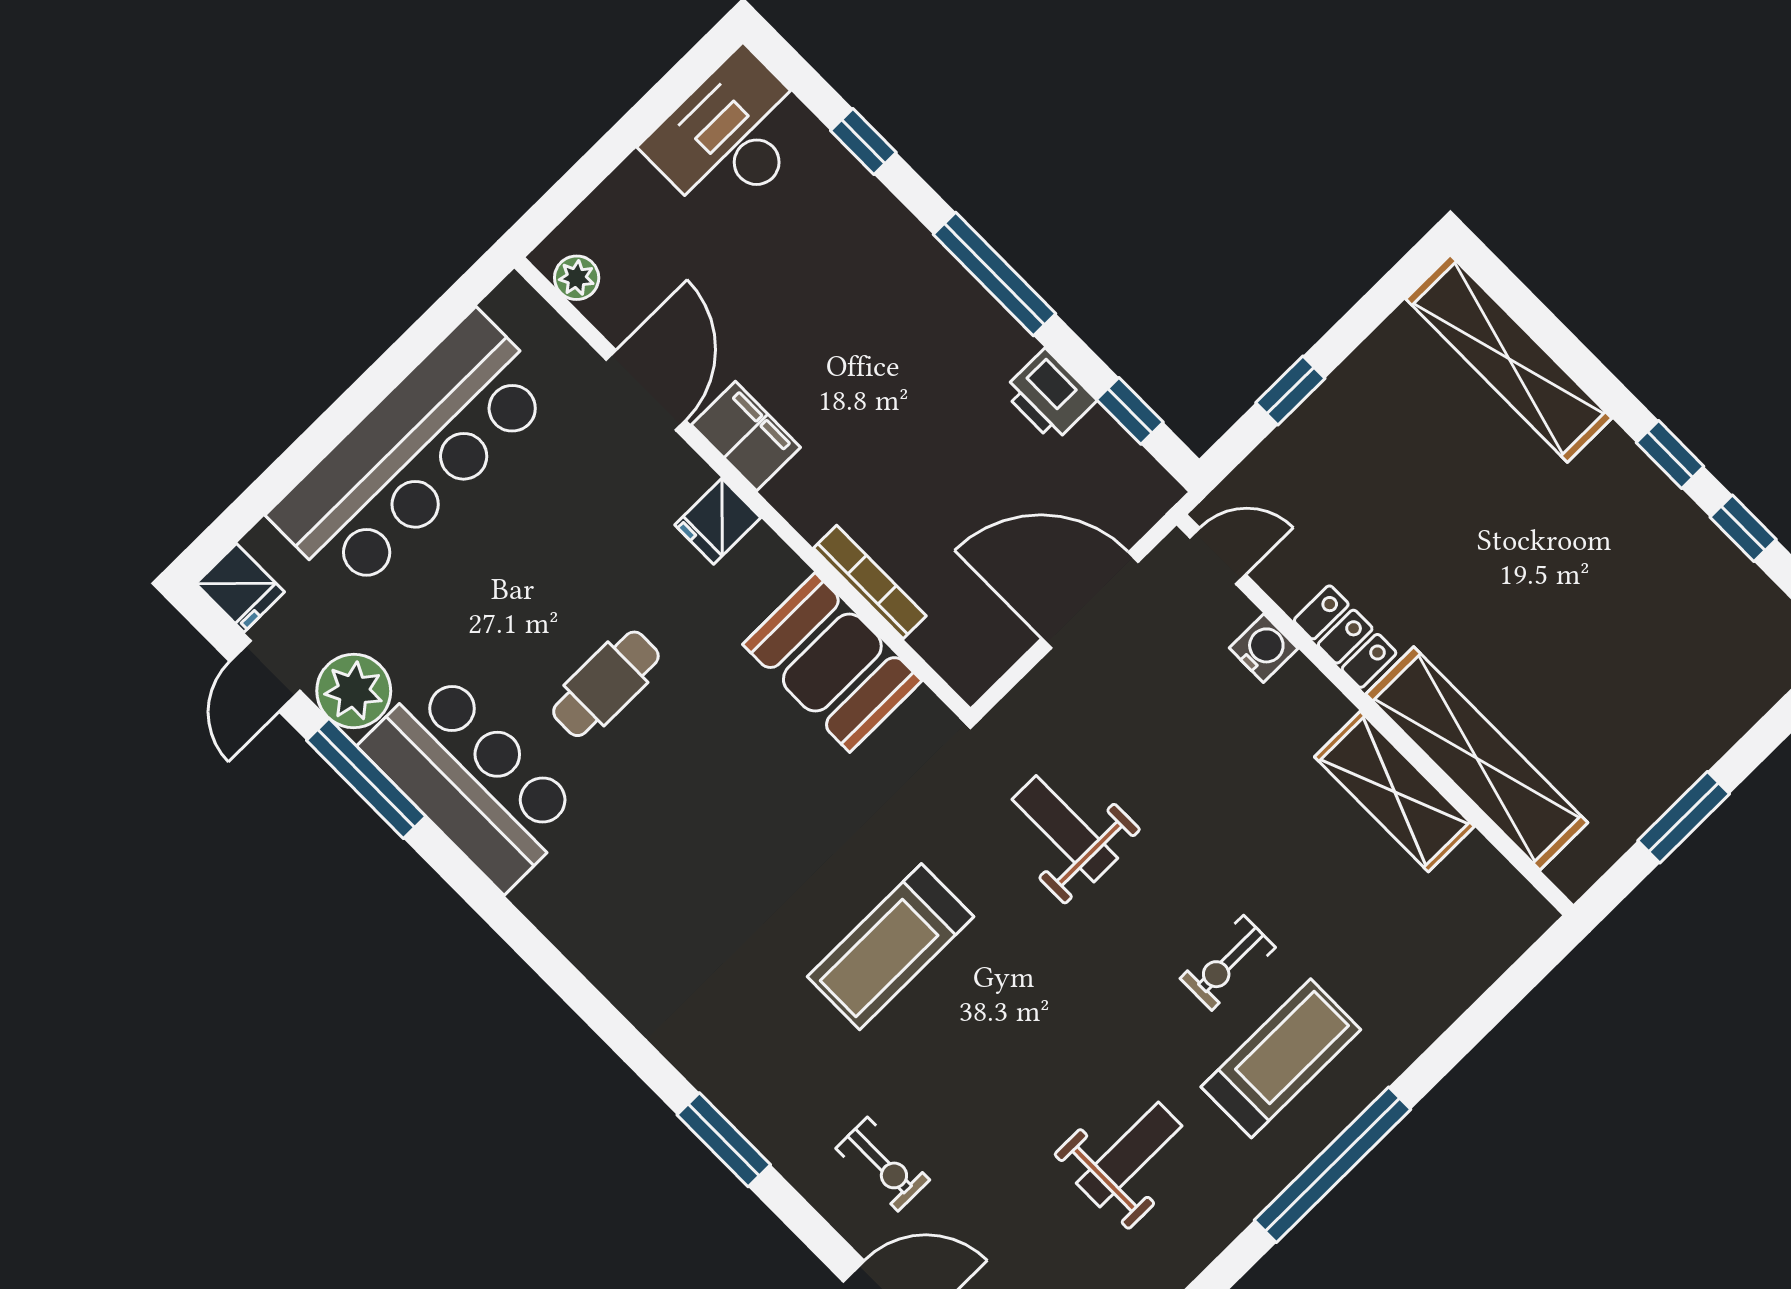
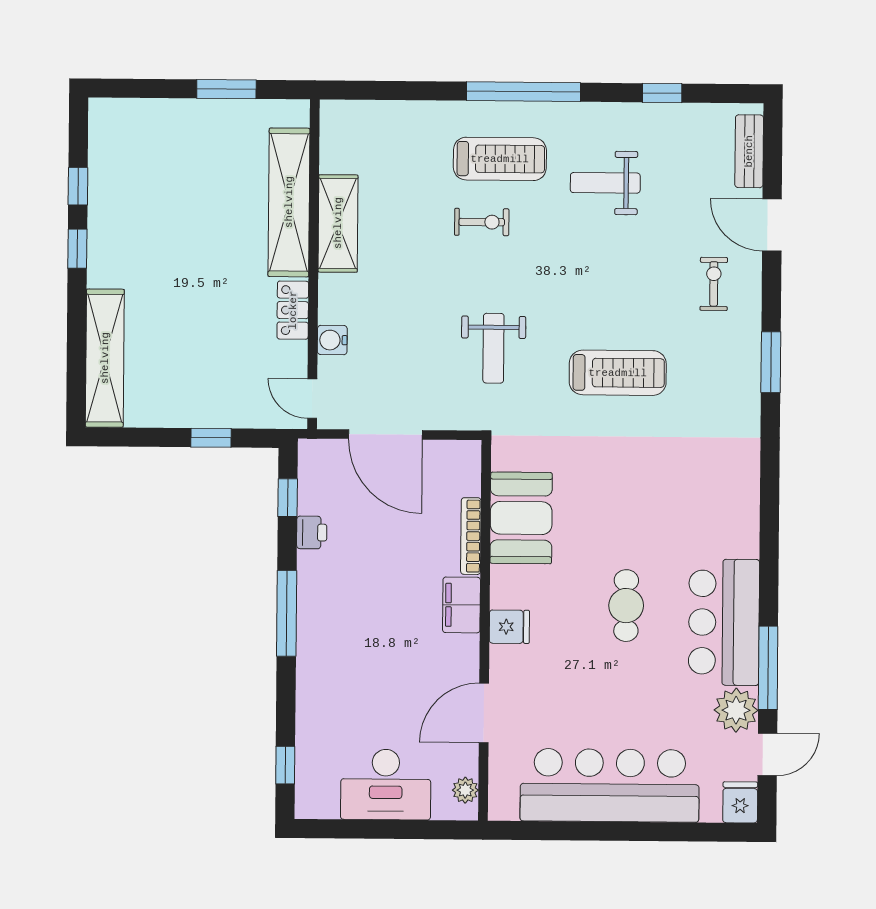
desk: (731, 136) -> (386, 785), moved
window: (863, 142) -> (285, 765), moved
printer: (1049, 396) -> (312, 532), width x0.73, depth x0.81
filing cabinet: (746, 436) -> (461, 605), moved
cafe table: (606, 684) -> (626, 606), turned 90
treadmill: (1281, 1058) -> (500, 159), turned 180

